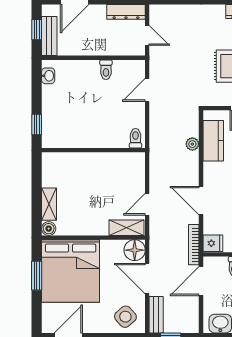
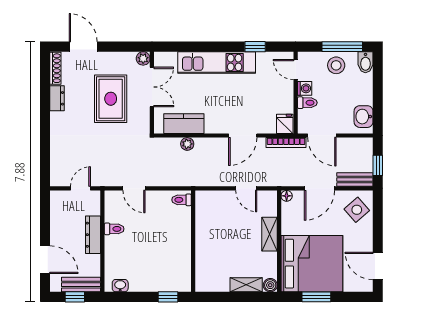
dresser: (126, 12) -> (93, 235), moved, turned 180
shelving: (127, 228) -> (269, 234), moved
floor lamp: (135, 250) -> (287, 196), width x0.53, depth x0.53

